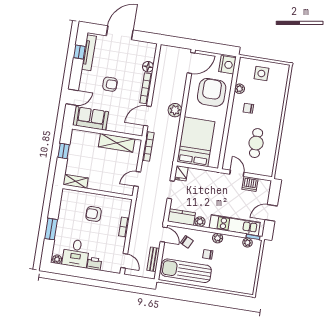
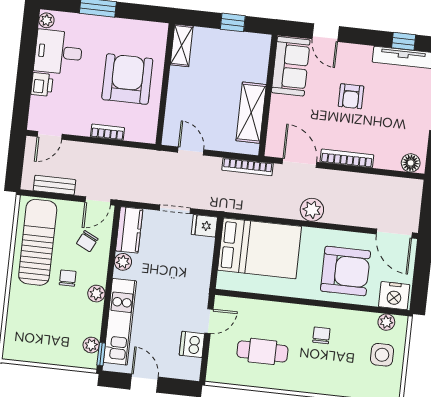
floor lamp: (148, 67) -> (411, 163), moved
plant: (239, 89) -> (386, 322), moved
armchair: (94, 214) -> (127, 79), width x1.88, depth x1.88

